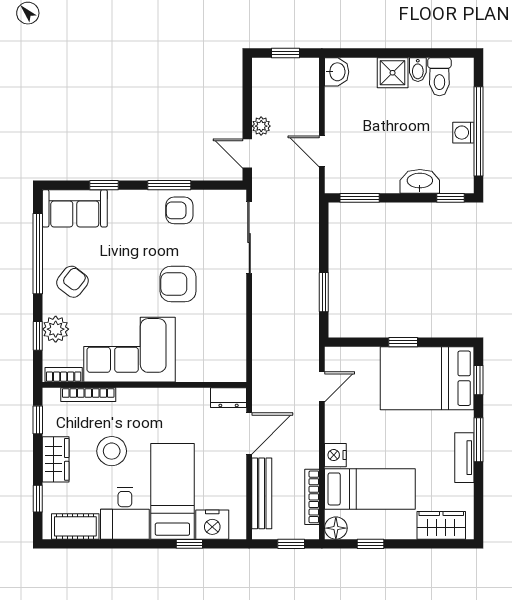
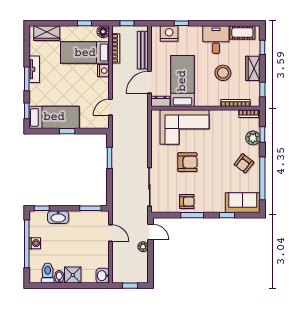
corner sofa: (129, 350) -> (185, 127), moved
bed: (427, 378) -> (54, 117), width x0.67
bed: (172, 491) -> (182, 81), moved, turned 180

